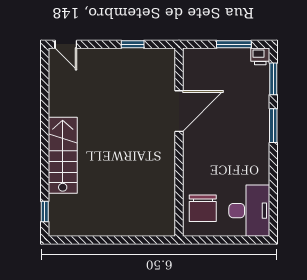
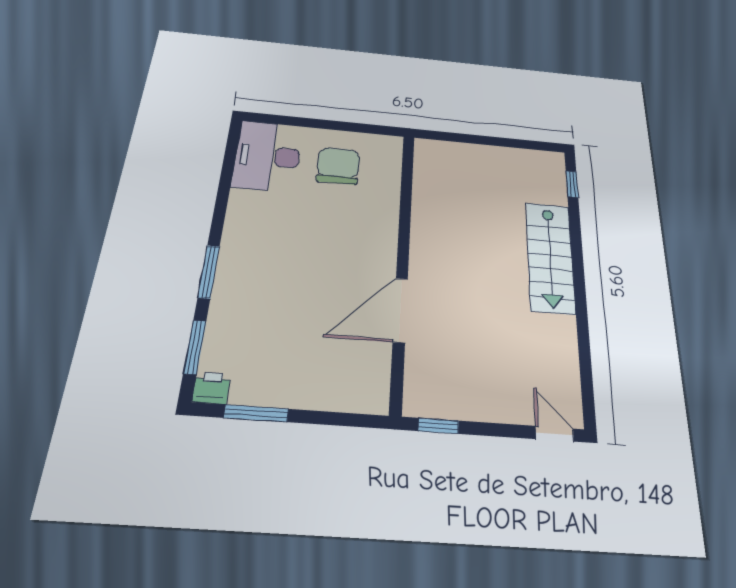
door: (179, 111) -> (400, 310), moved
wall: (179, 142) -> (403, 263), moved

